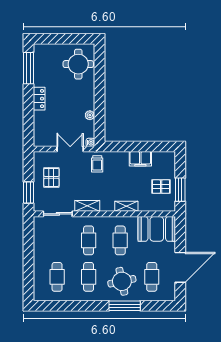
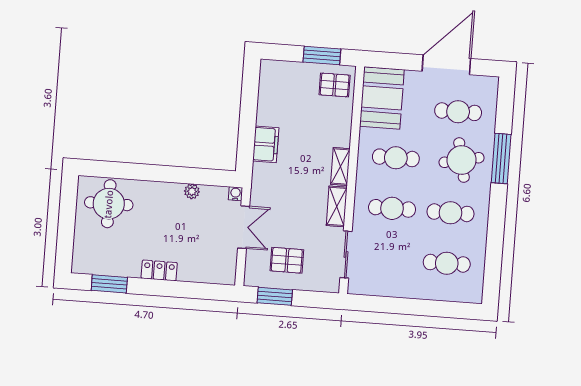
window: (28, 68) -> (109, 284), width x0.69
double door: (70, 149) -> (244, 227), swing flipped
filing cabinet: (140, 159) -> (266, 144), moved
trolley: (97, 164) -> (271, 185), removed
pallet: (161, 187) -> (335, 85), moved, turned 90
window: (28, 192) -> (275, 296), moved
shelving: (126, 206) -> (340, 166), moved
door: (180, 267) -> (446, 65), hinge flipped

